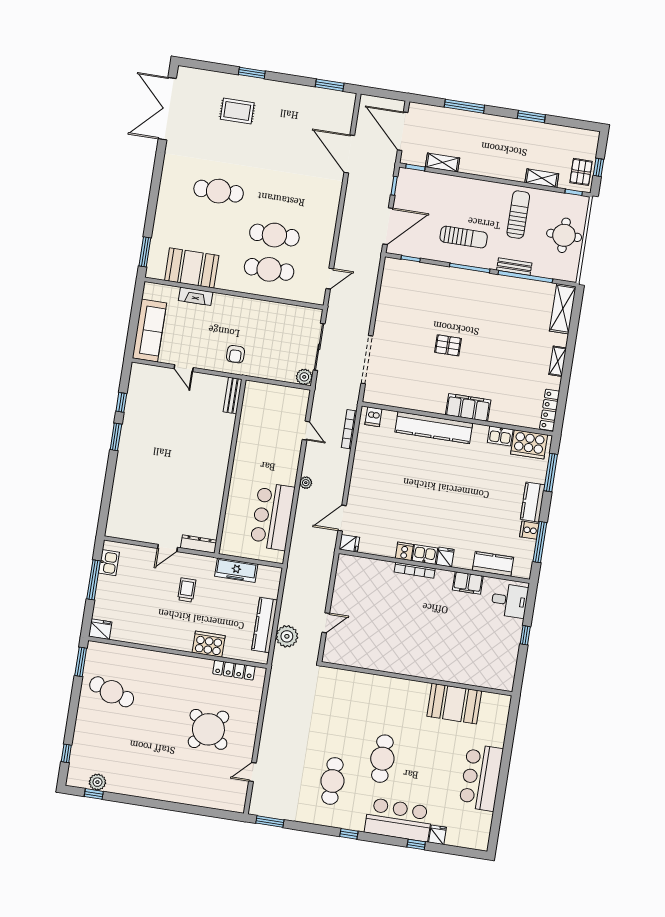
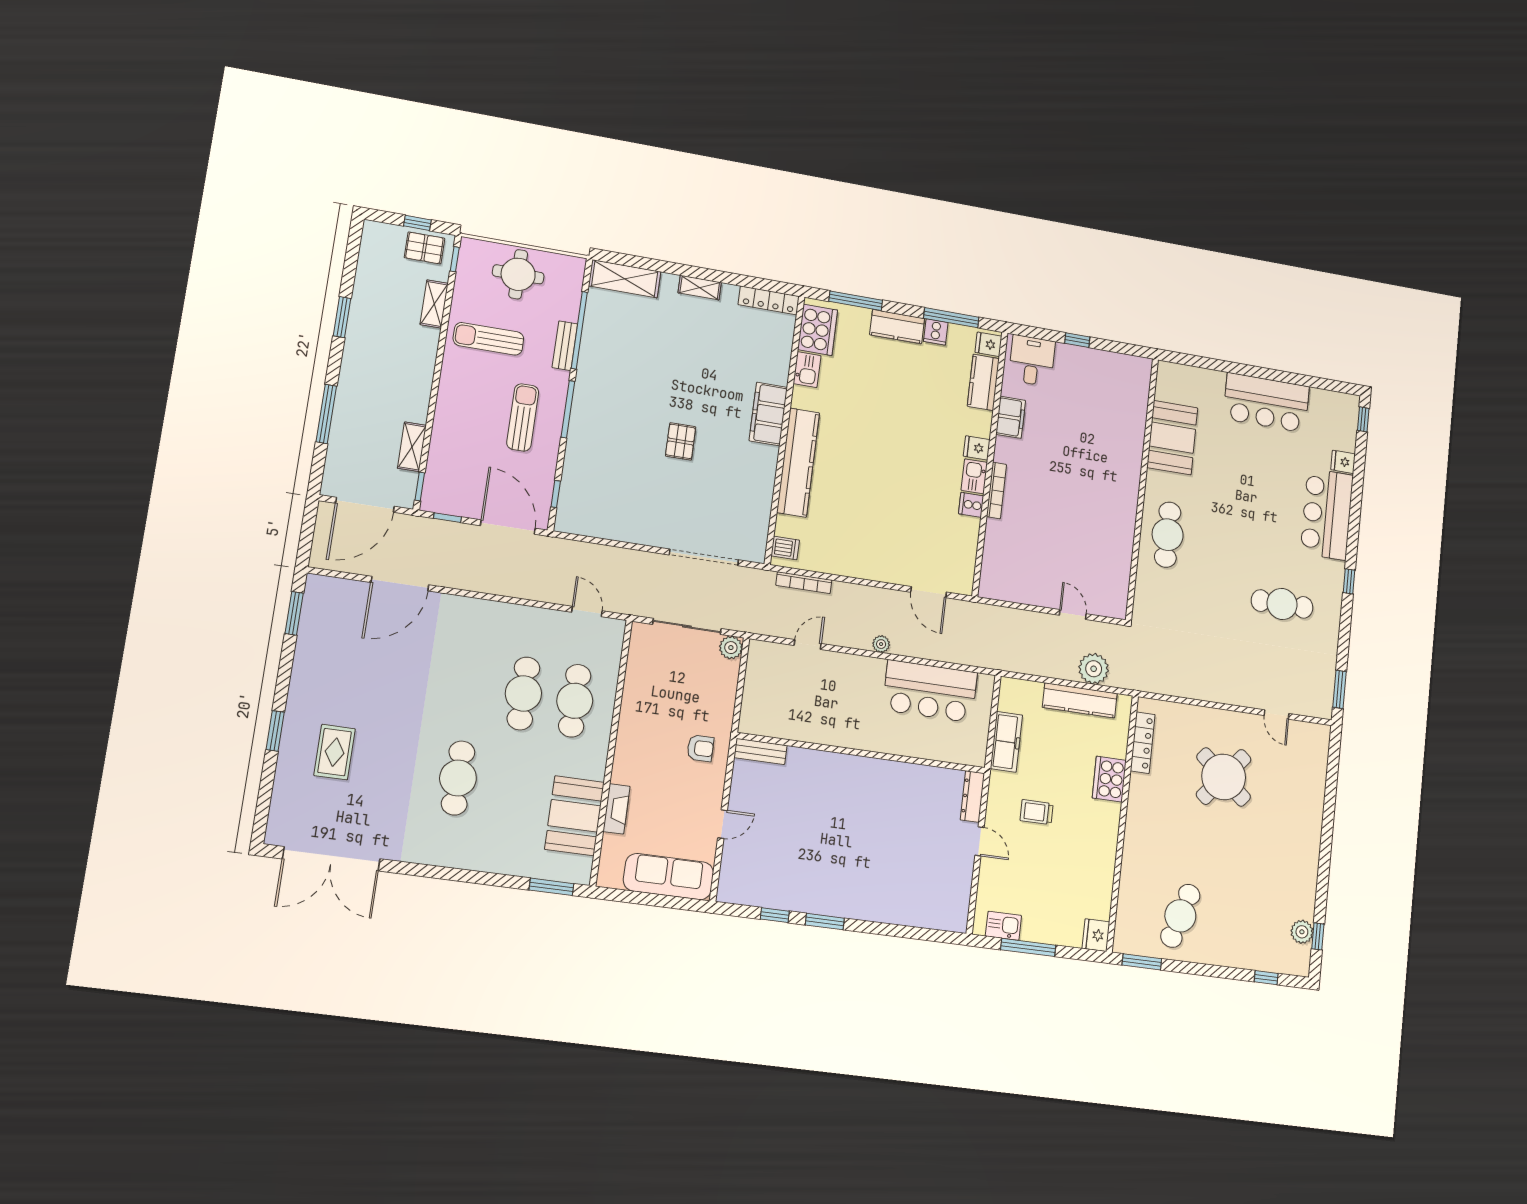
fridge: (349, 543) -> (988, 344), moved, turned -90
cafe table: (382, 759) -> (1168, 535), moved, turned 90
window: (416, 844) -> (1363, 419), moved

